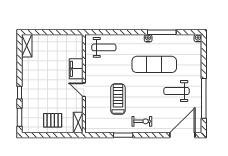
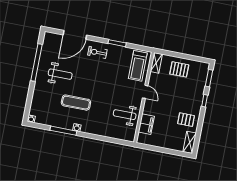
weight bench: (104, 47) -> (125, 115), moved
exercise mat: (154, 64) -> (76, 103), width x0.73, depth x0.69
pallet: (35, 69) -> (186, 120), added
filing cabinet: (76, 69) -> (146, 124), moved
treadmill: (118, 99) -> (138, 66), moved
door: (182, 135) -> (75, 35), moved

